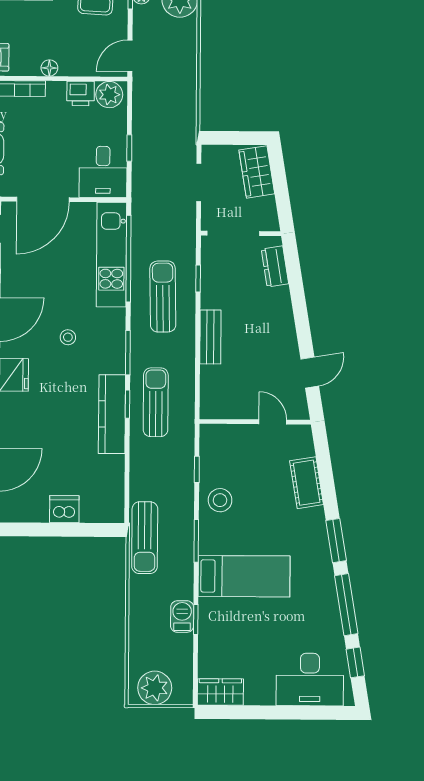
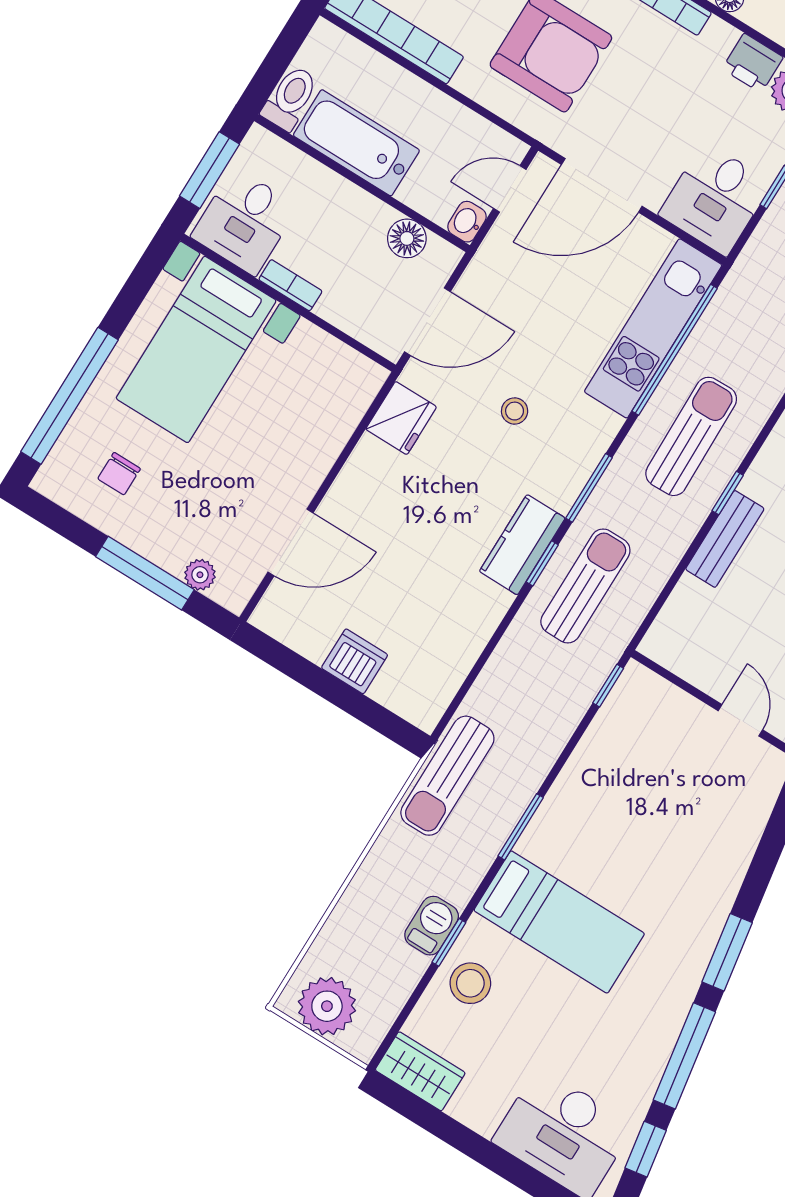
window: (198, 279) -> (728, 493), moved
kitchen counter: (112, 414) -> (522, 545), width x0.67
window: (197, 469) -> (608, 686), moved
cot: (307, 483) -> (736, 840), removed
stool: (220, 500) -> (470, 983), moved

